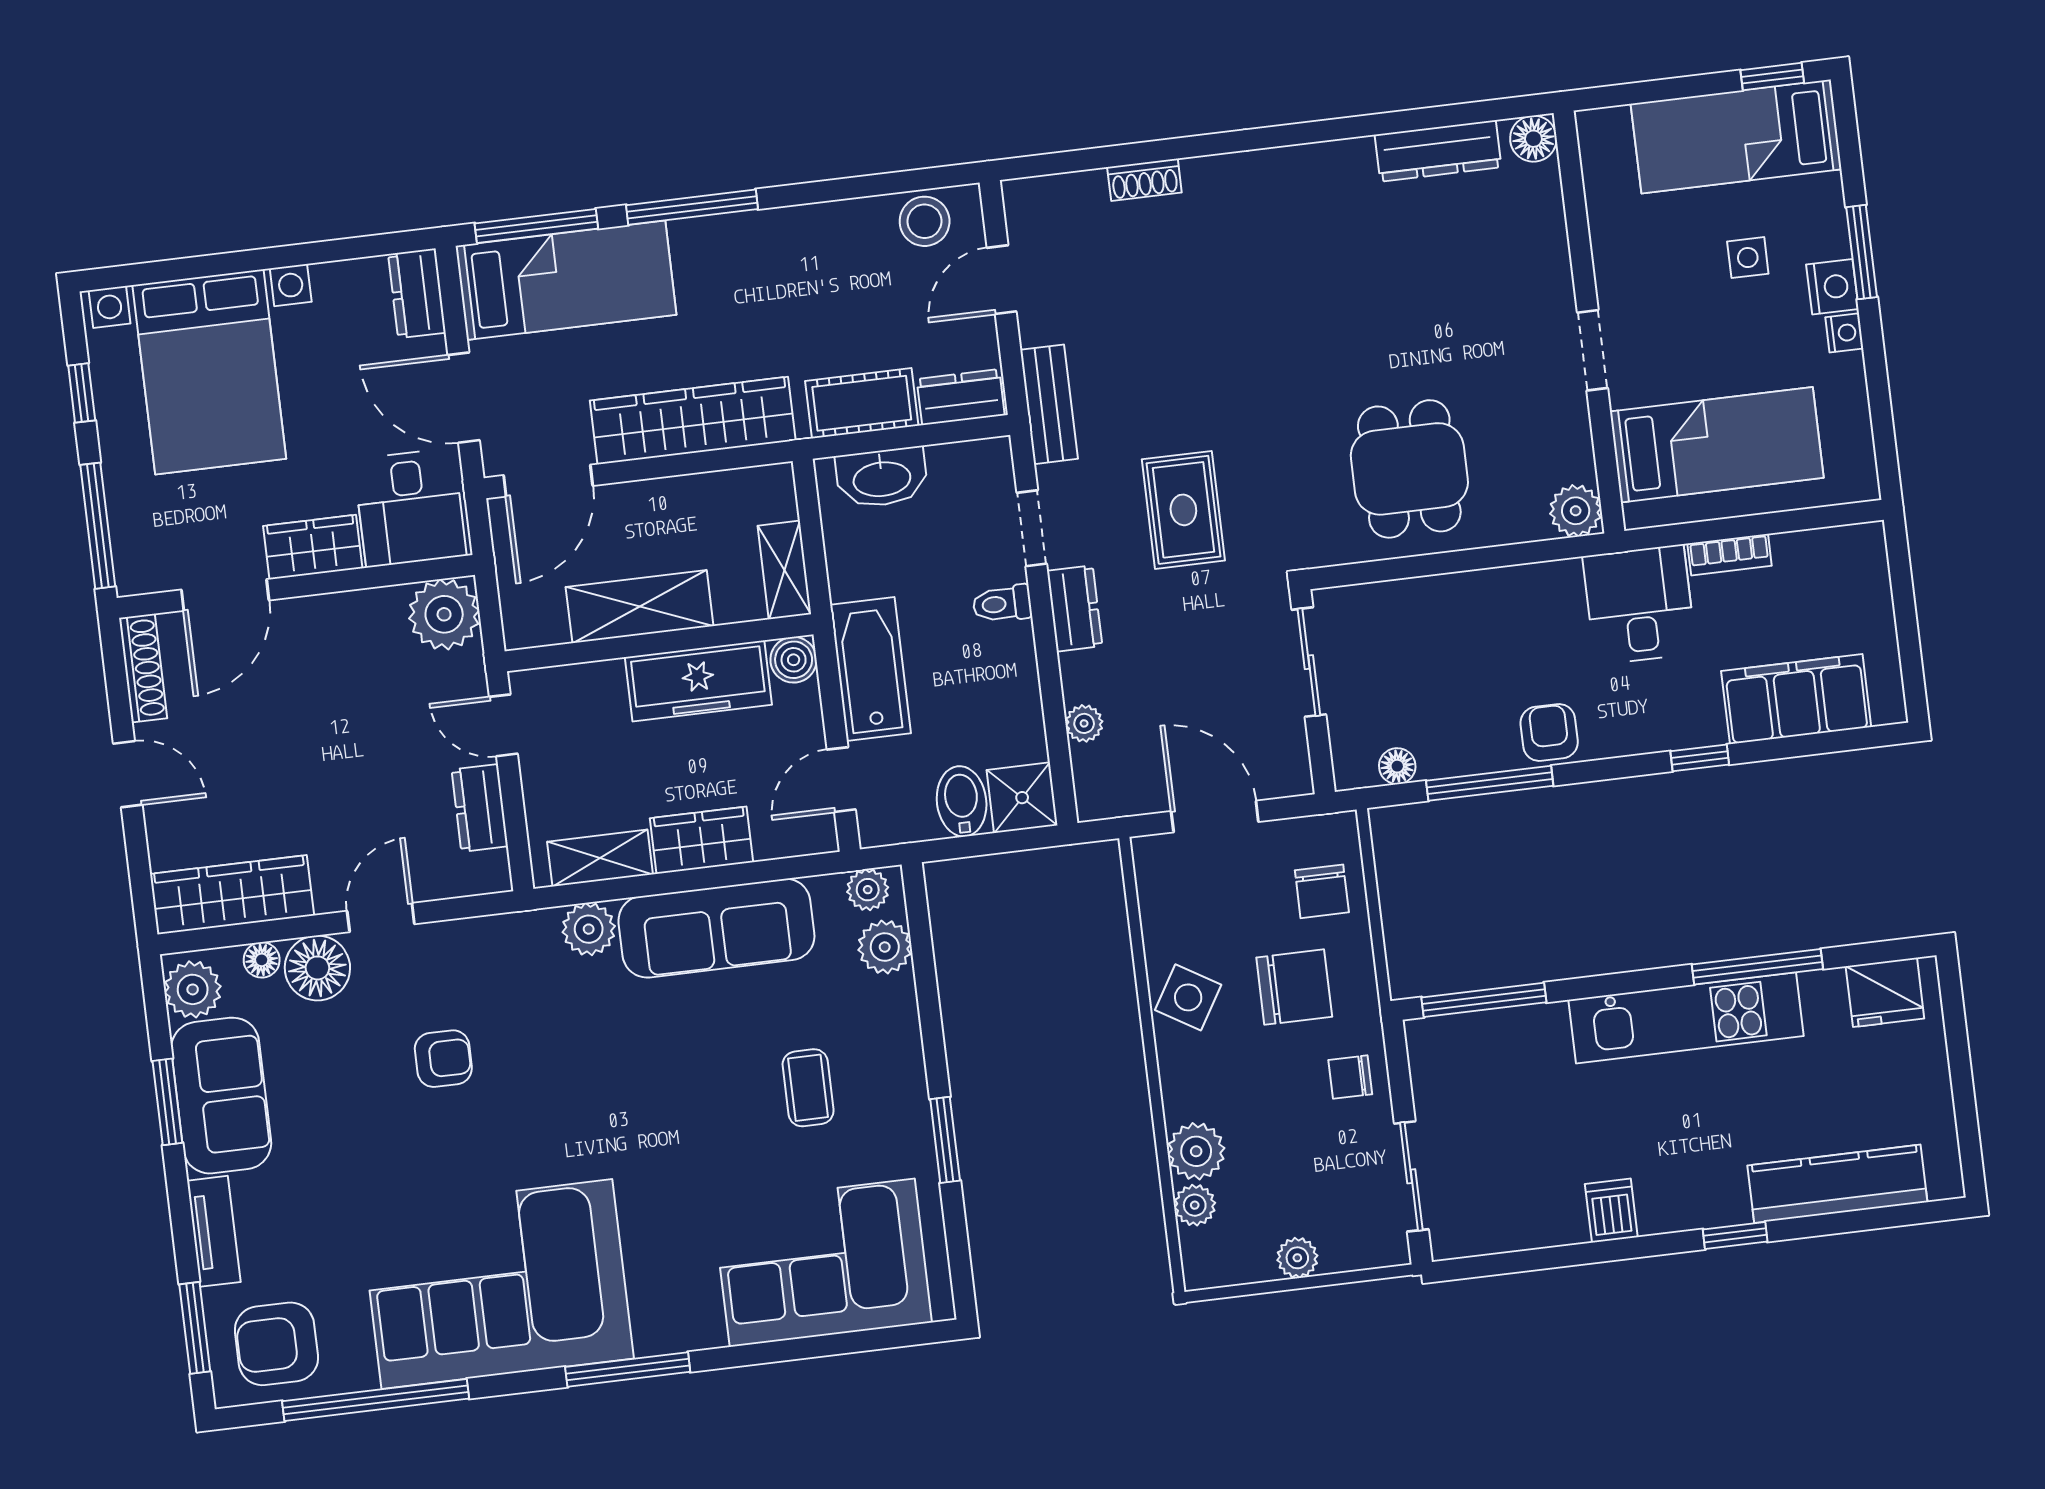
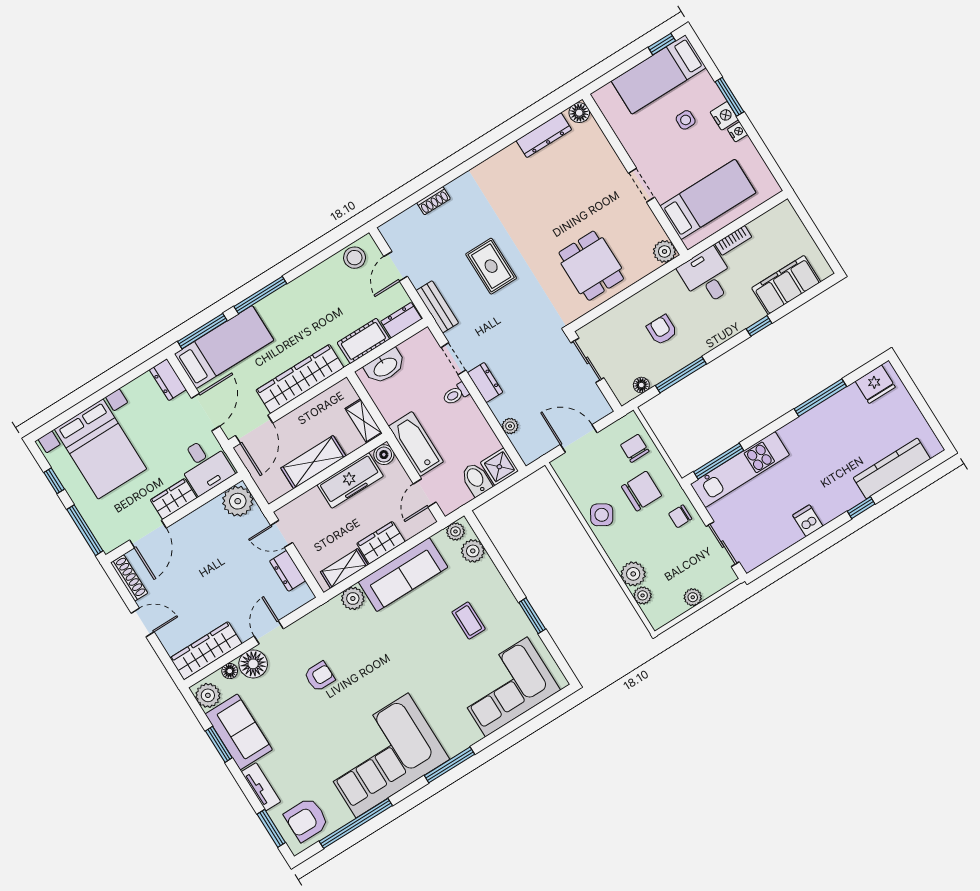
door: (464, 398) -> (206, 412), swing flipped
rug: (1183, 510) -> (491, 266), moved
armchair: (1549, 733) -> (662, 330), moved
chair: (1322, 891) -> (635, 448), turned 180
kitchen unit: (1686, 1018) -> (740, 470), moved

